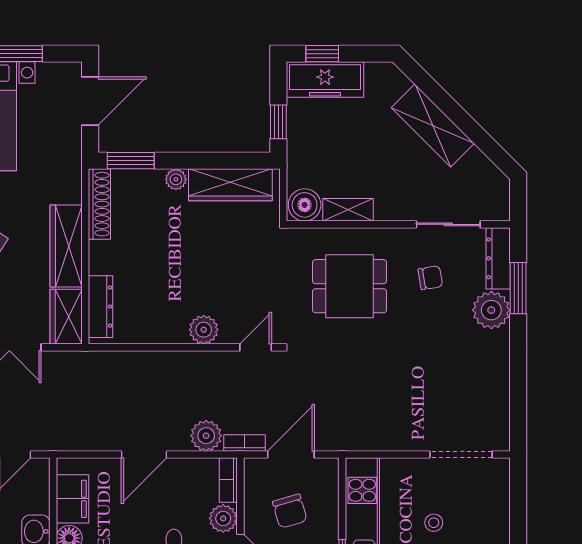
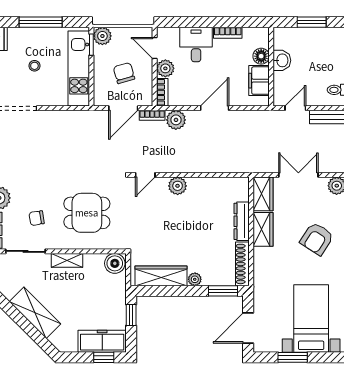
shelving: (348, 210) -> (67, 260), moved
wardrobe: (66, 246) -> (263, 229), width x0.67
dresser: (101, 307) -> (242, 221), moved

